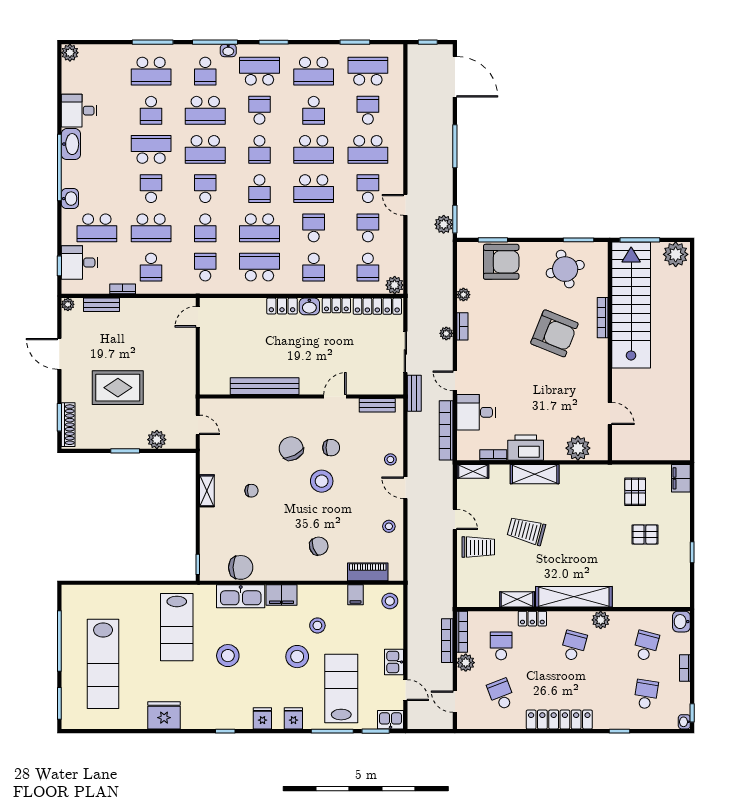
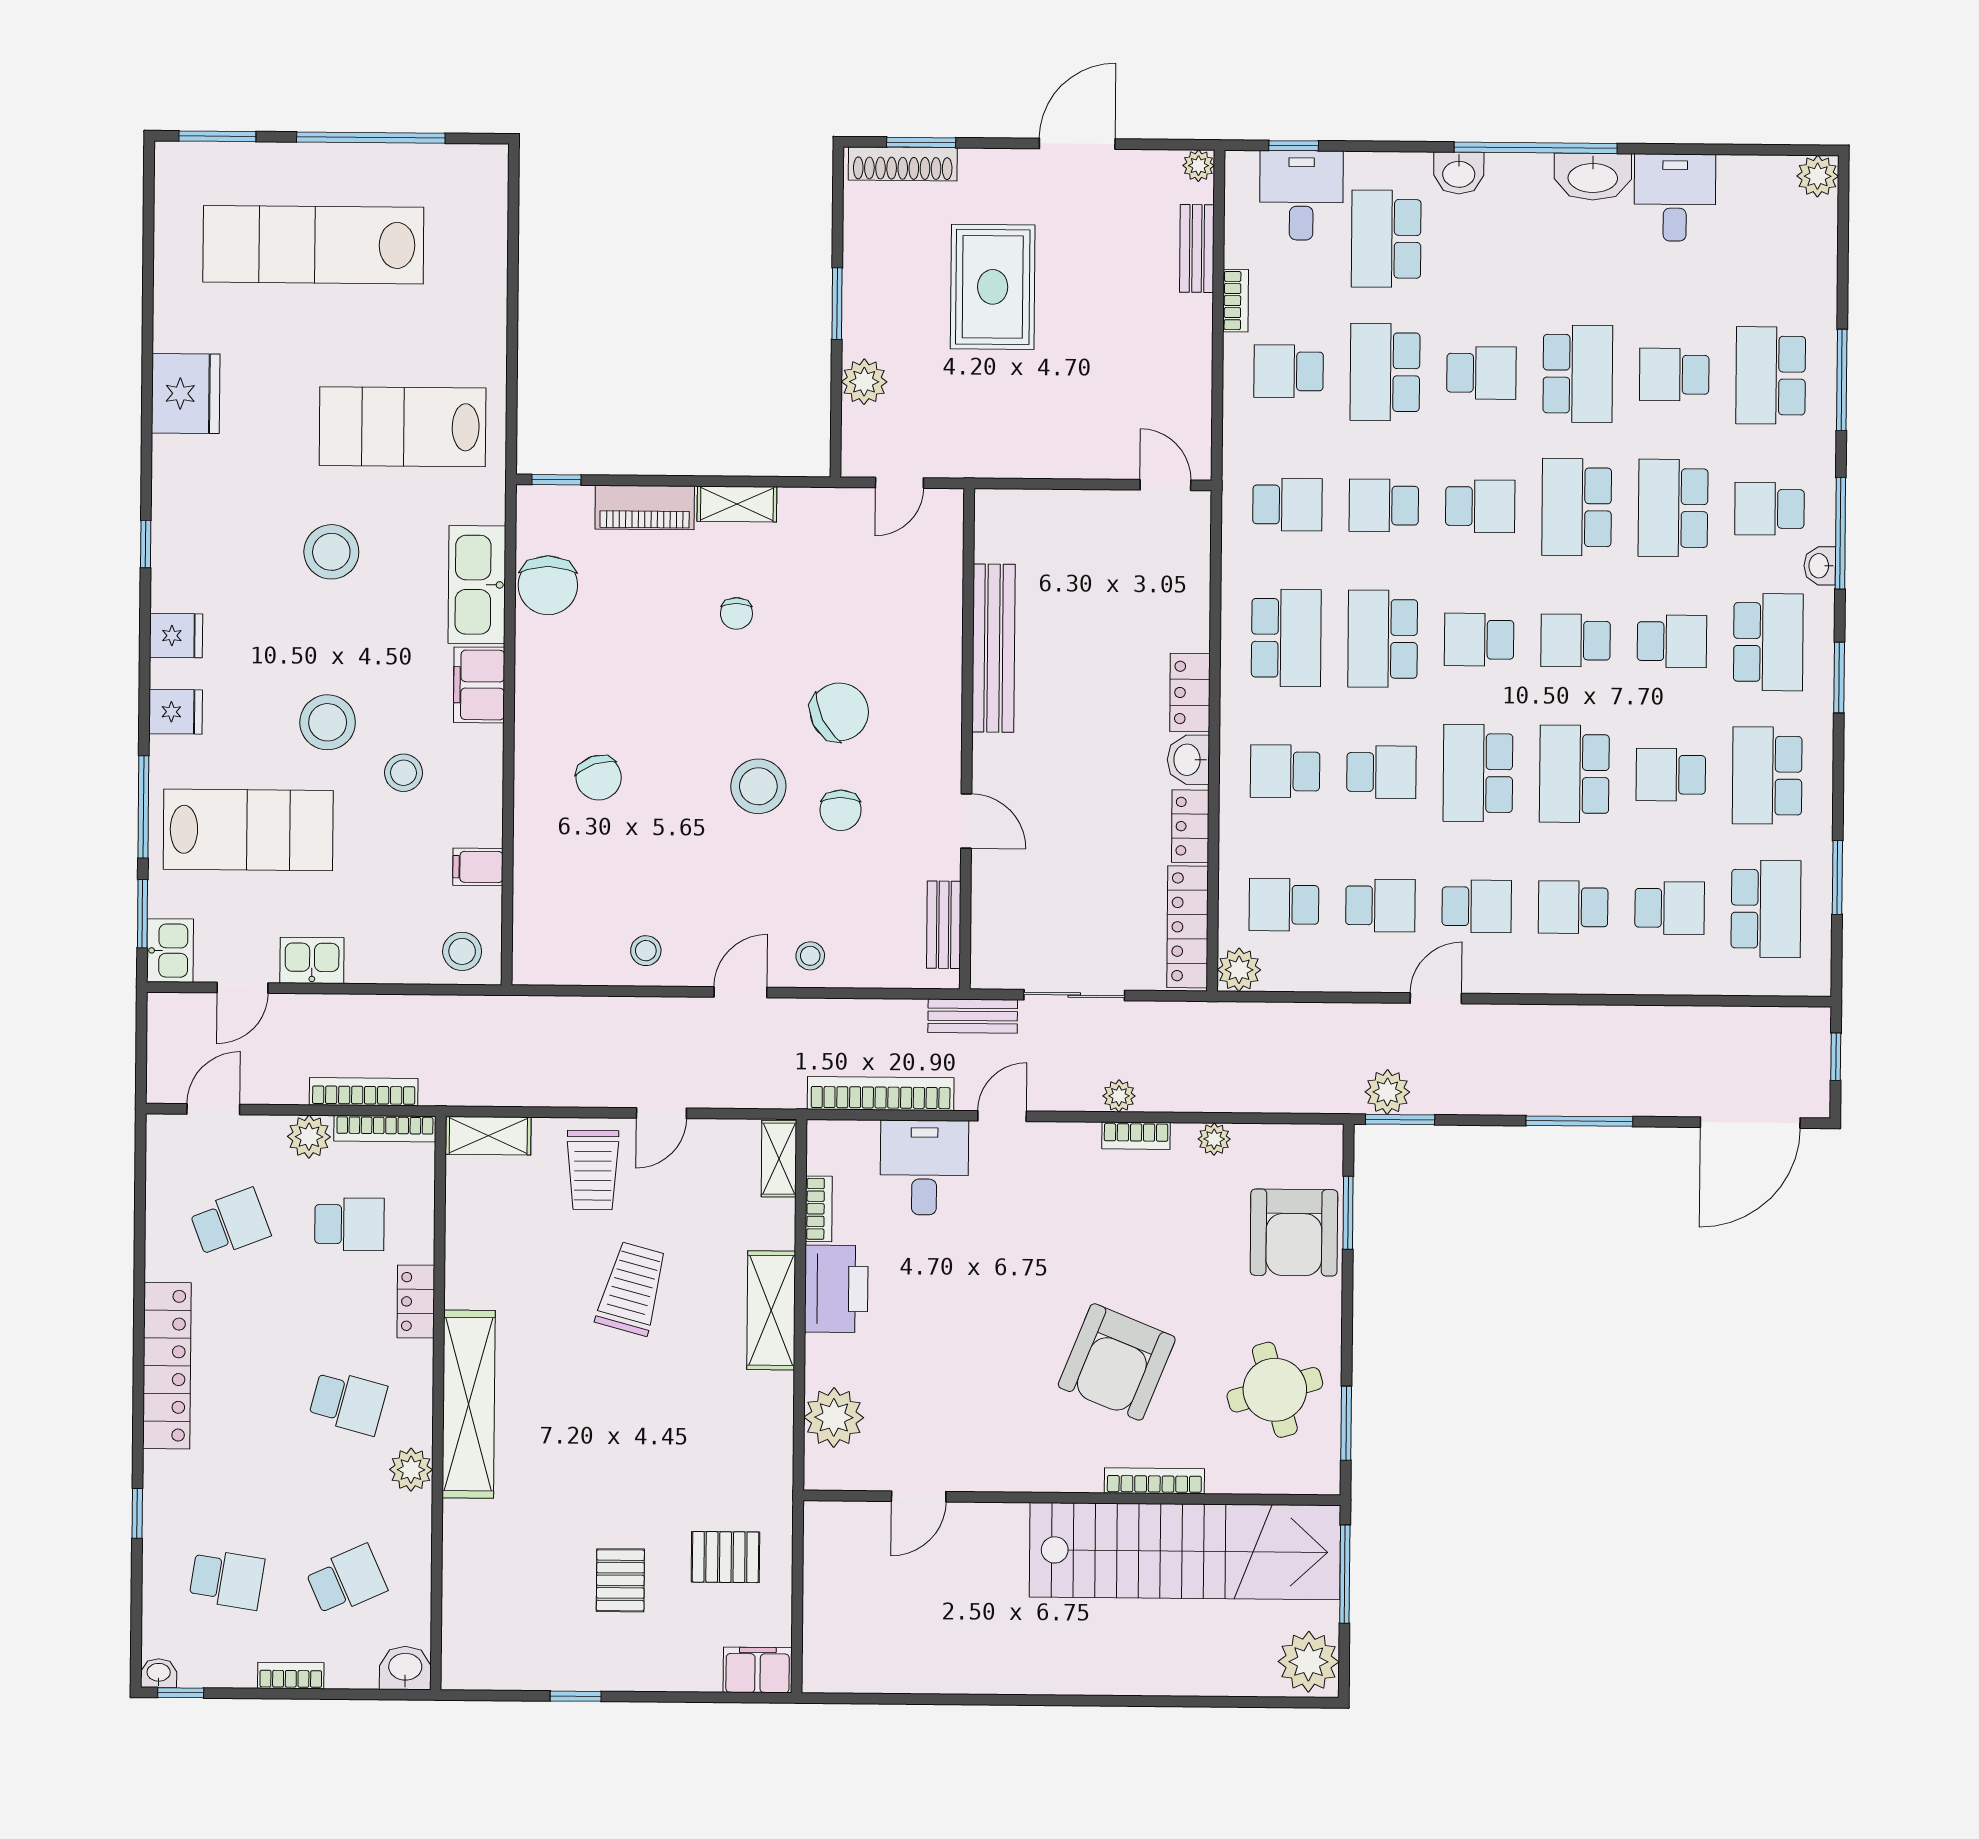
school desk: (368, 149) -> (1573, 907), width x0.54
piano: (368, 572) -> (645, 507), moved, turned 90
shelving: (517, 599) -> (488, 1136), moved, turned 90
school desk: (646, 646) -> (346, 1580), turned -39

